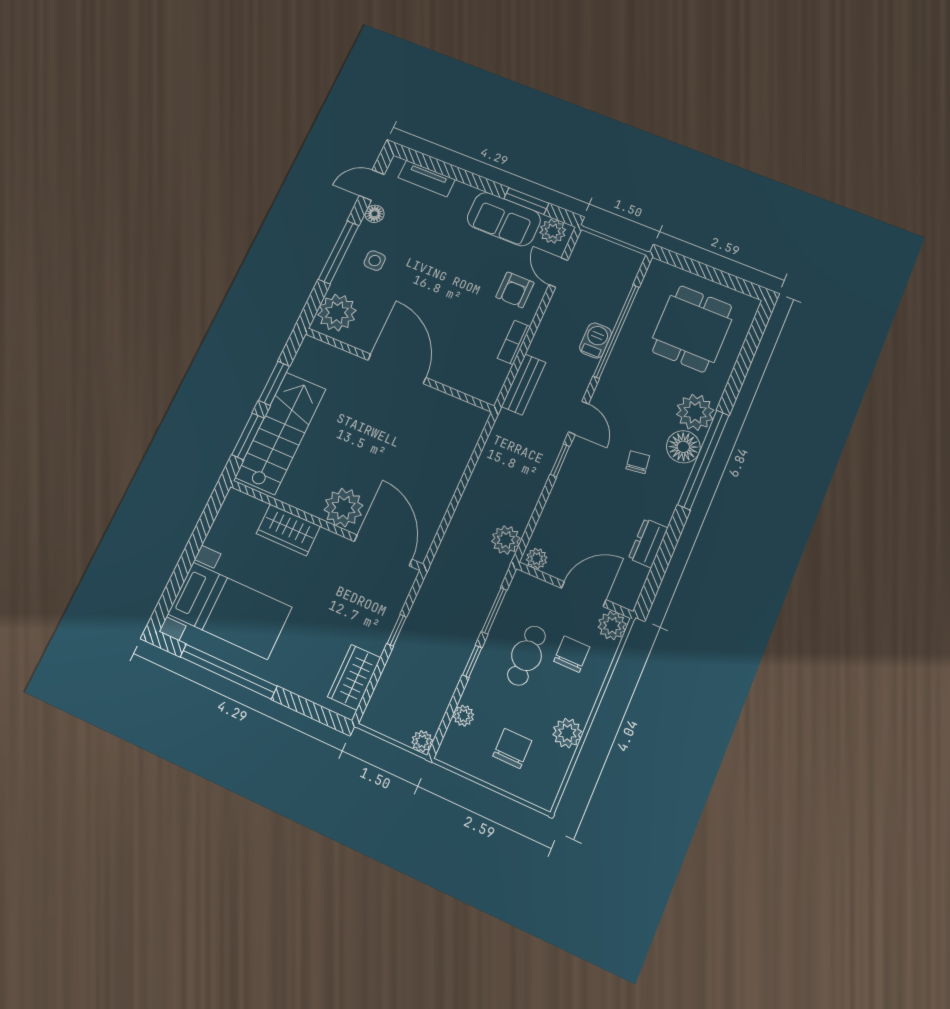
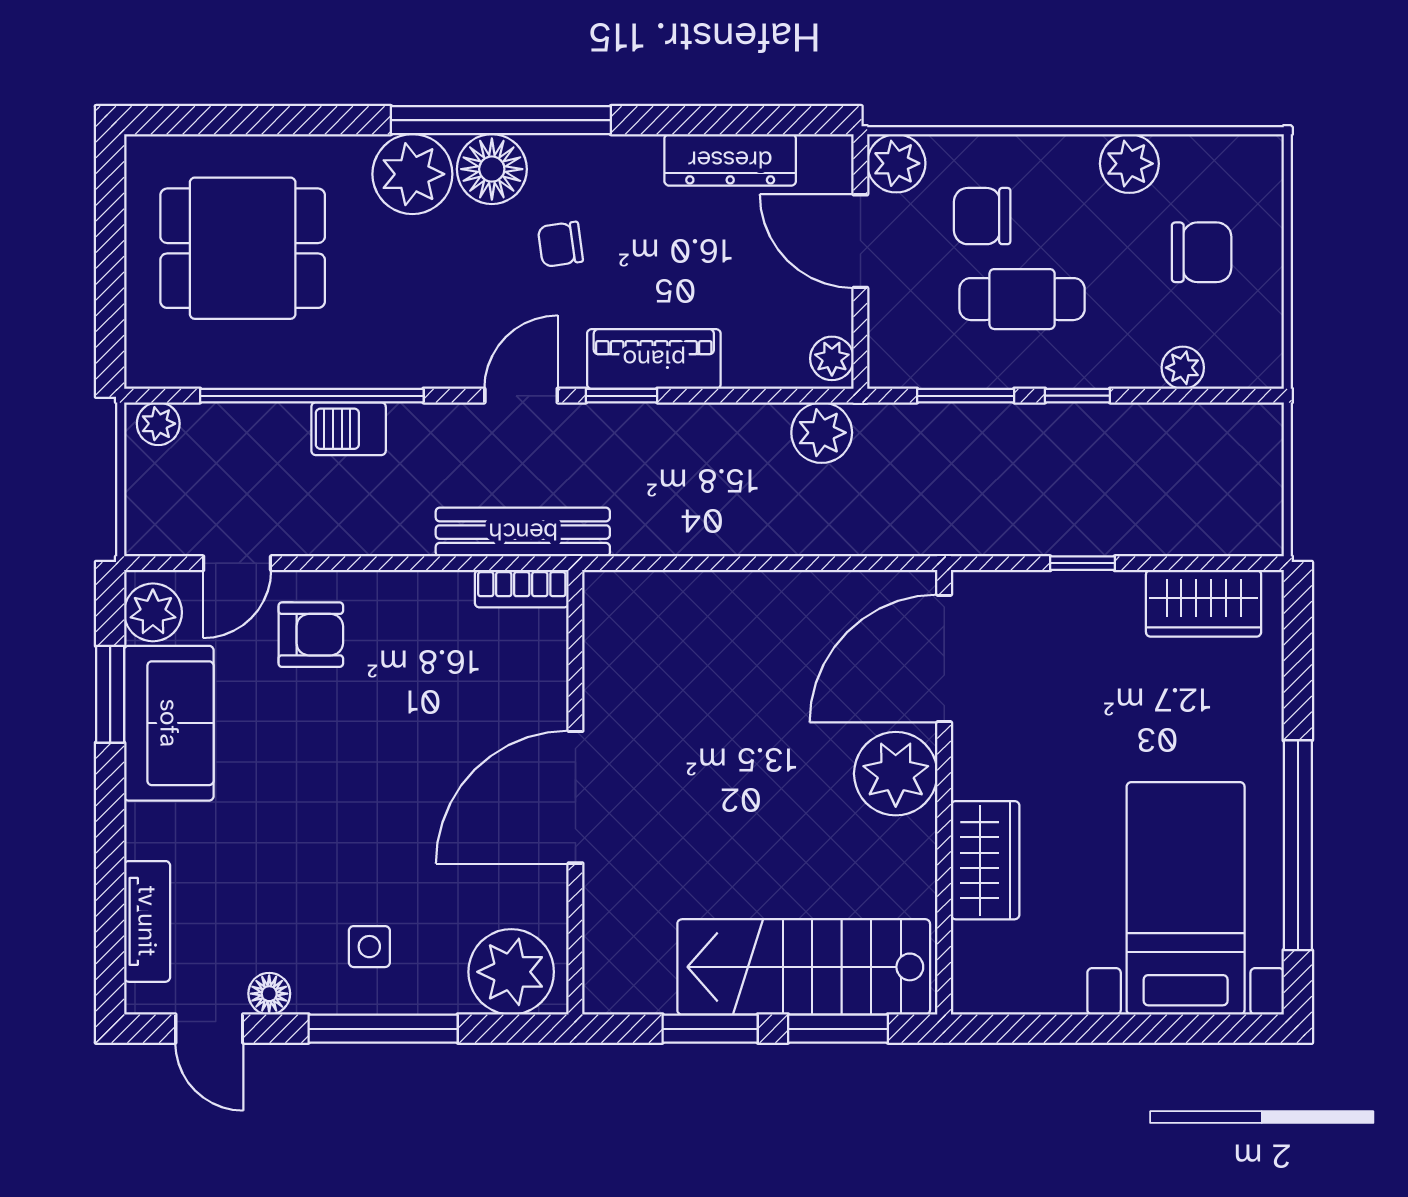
bookcase: (514, 342) -> (522, 589), moved
bench: (524, 384) -> (523, 532), width x1.36
piano: (570, 481) -> (654, 359), added
dresser: (648, 543) -> (730, 160), width x1.44
plant: (422, 741) -> (158, 424), moved
chair: (512, 748) -> (1202, 252), turned 180

